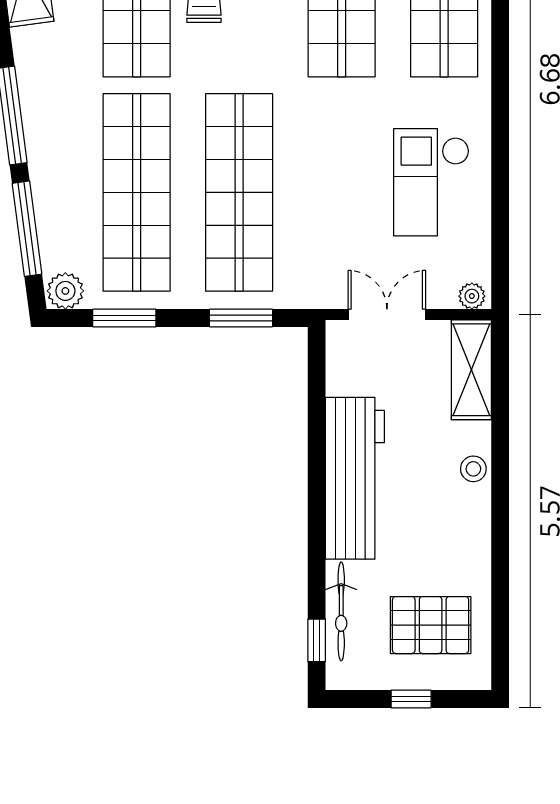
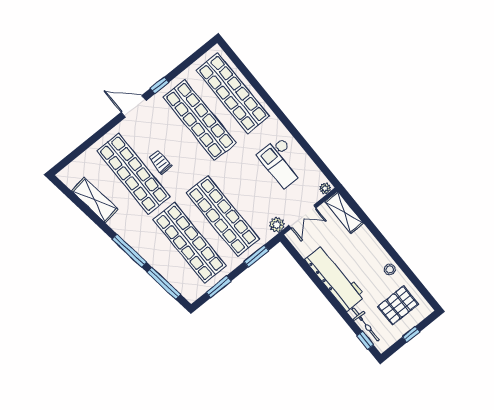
plant: (65, 291) -> (277, 225), moved
double door: (387, 315) -> (302, 217), swing flipped
stool: (473, 469) -> (390, 269), moved

